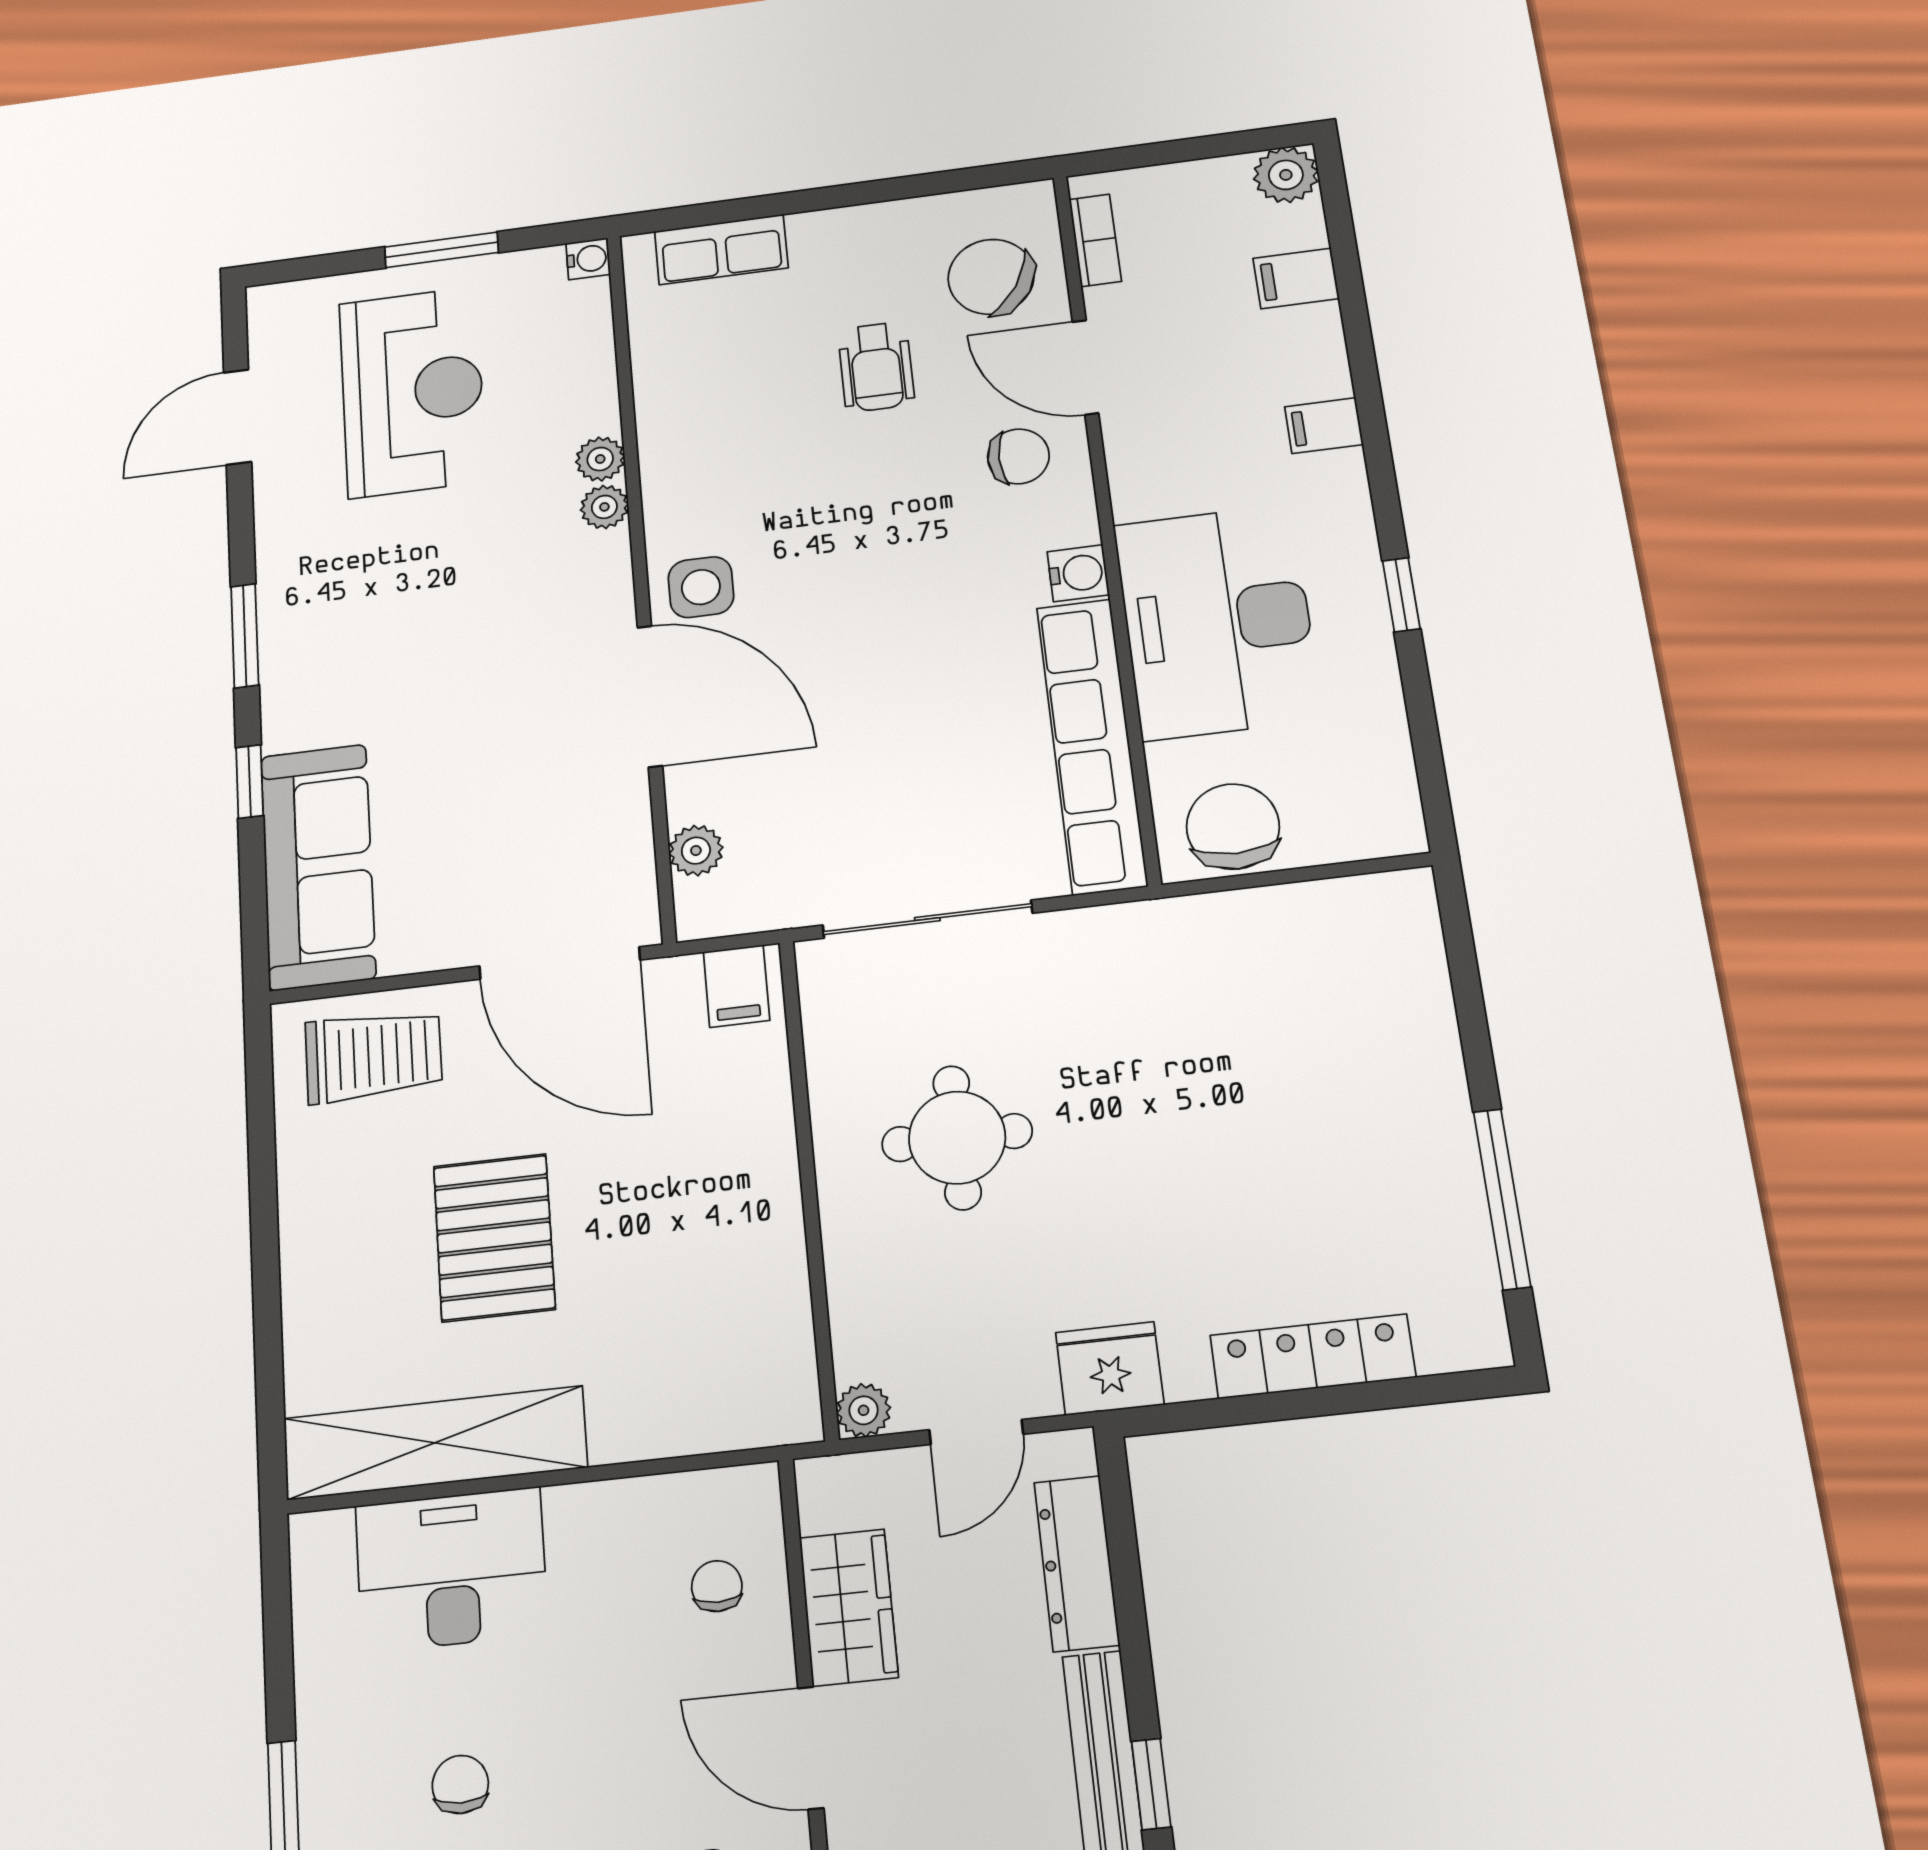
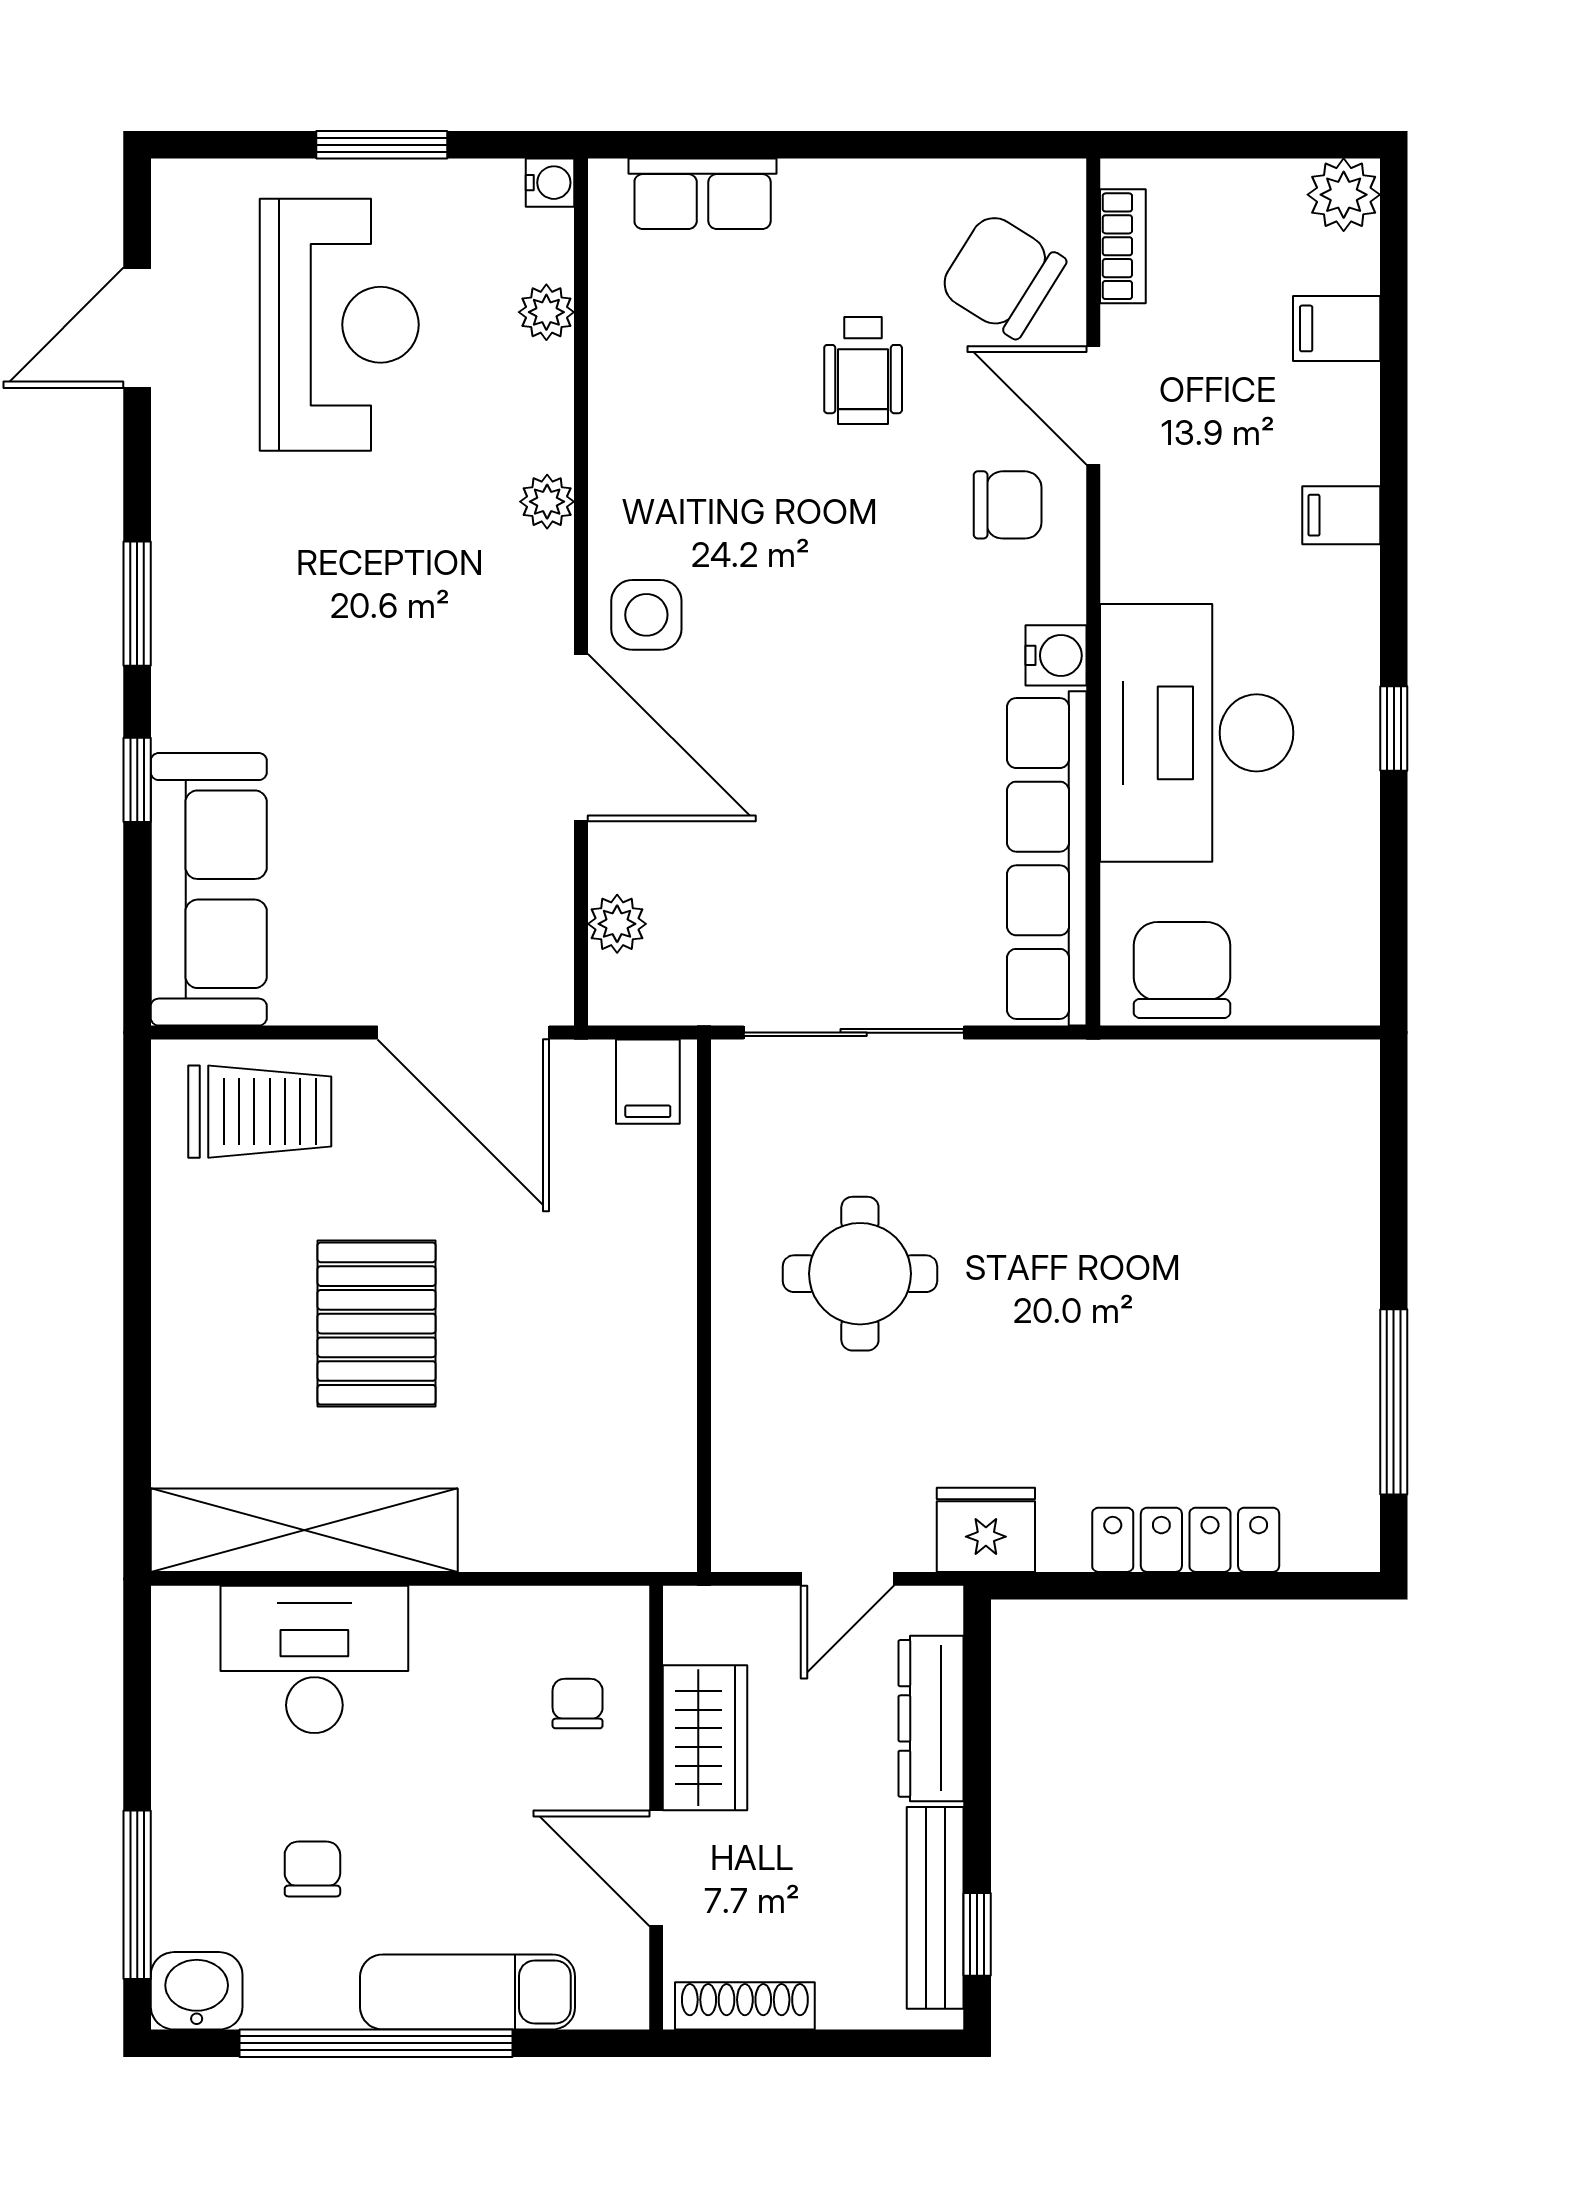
plant: (600, 459) -> (546, 312), moved
plant: (864, 1410) -> (738, 1545), removed

